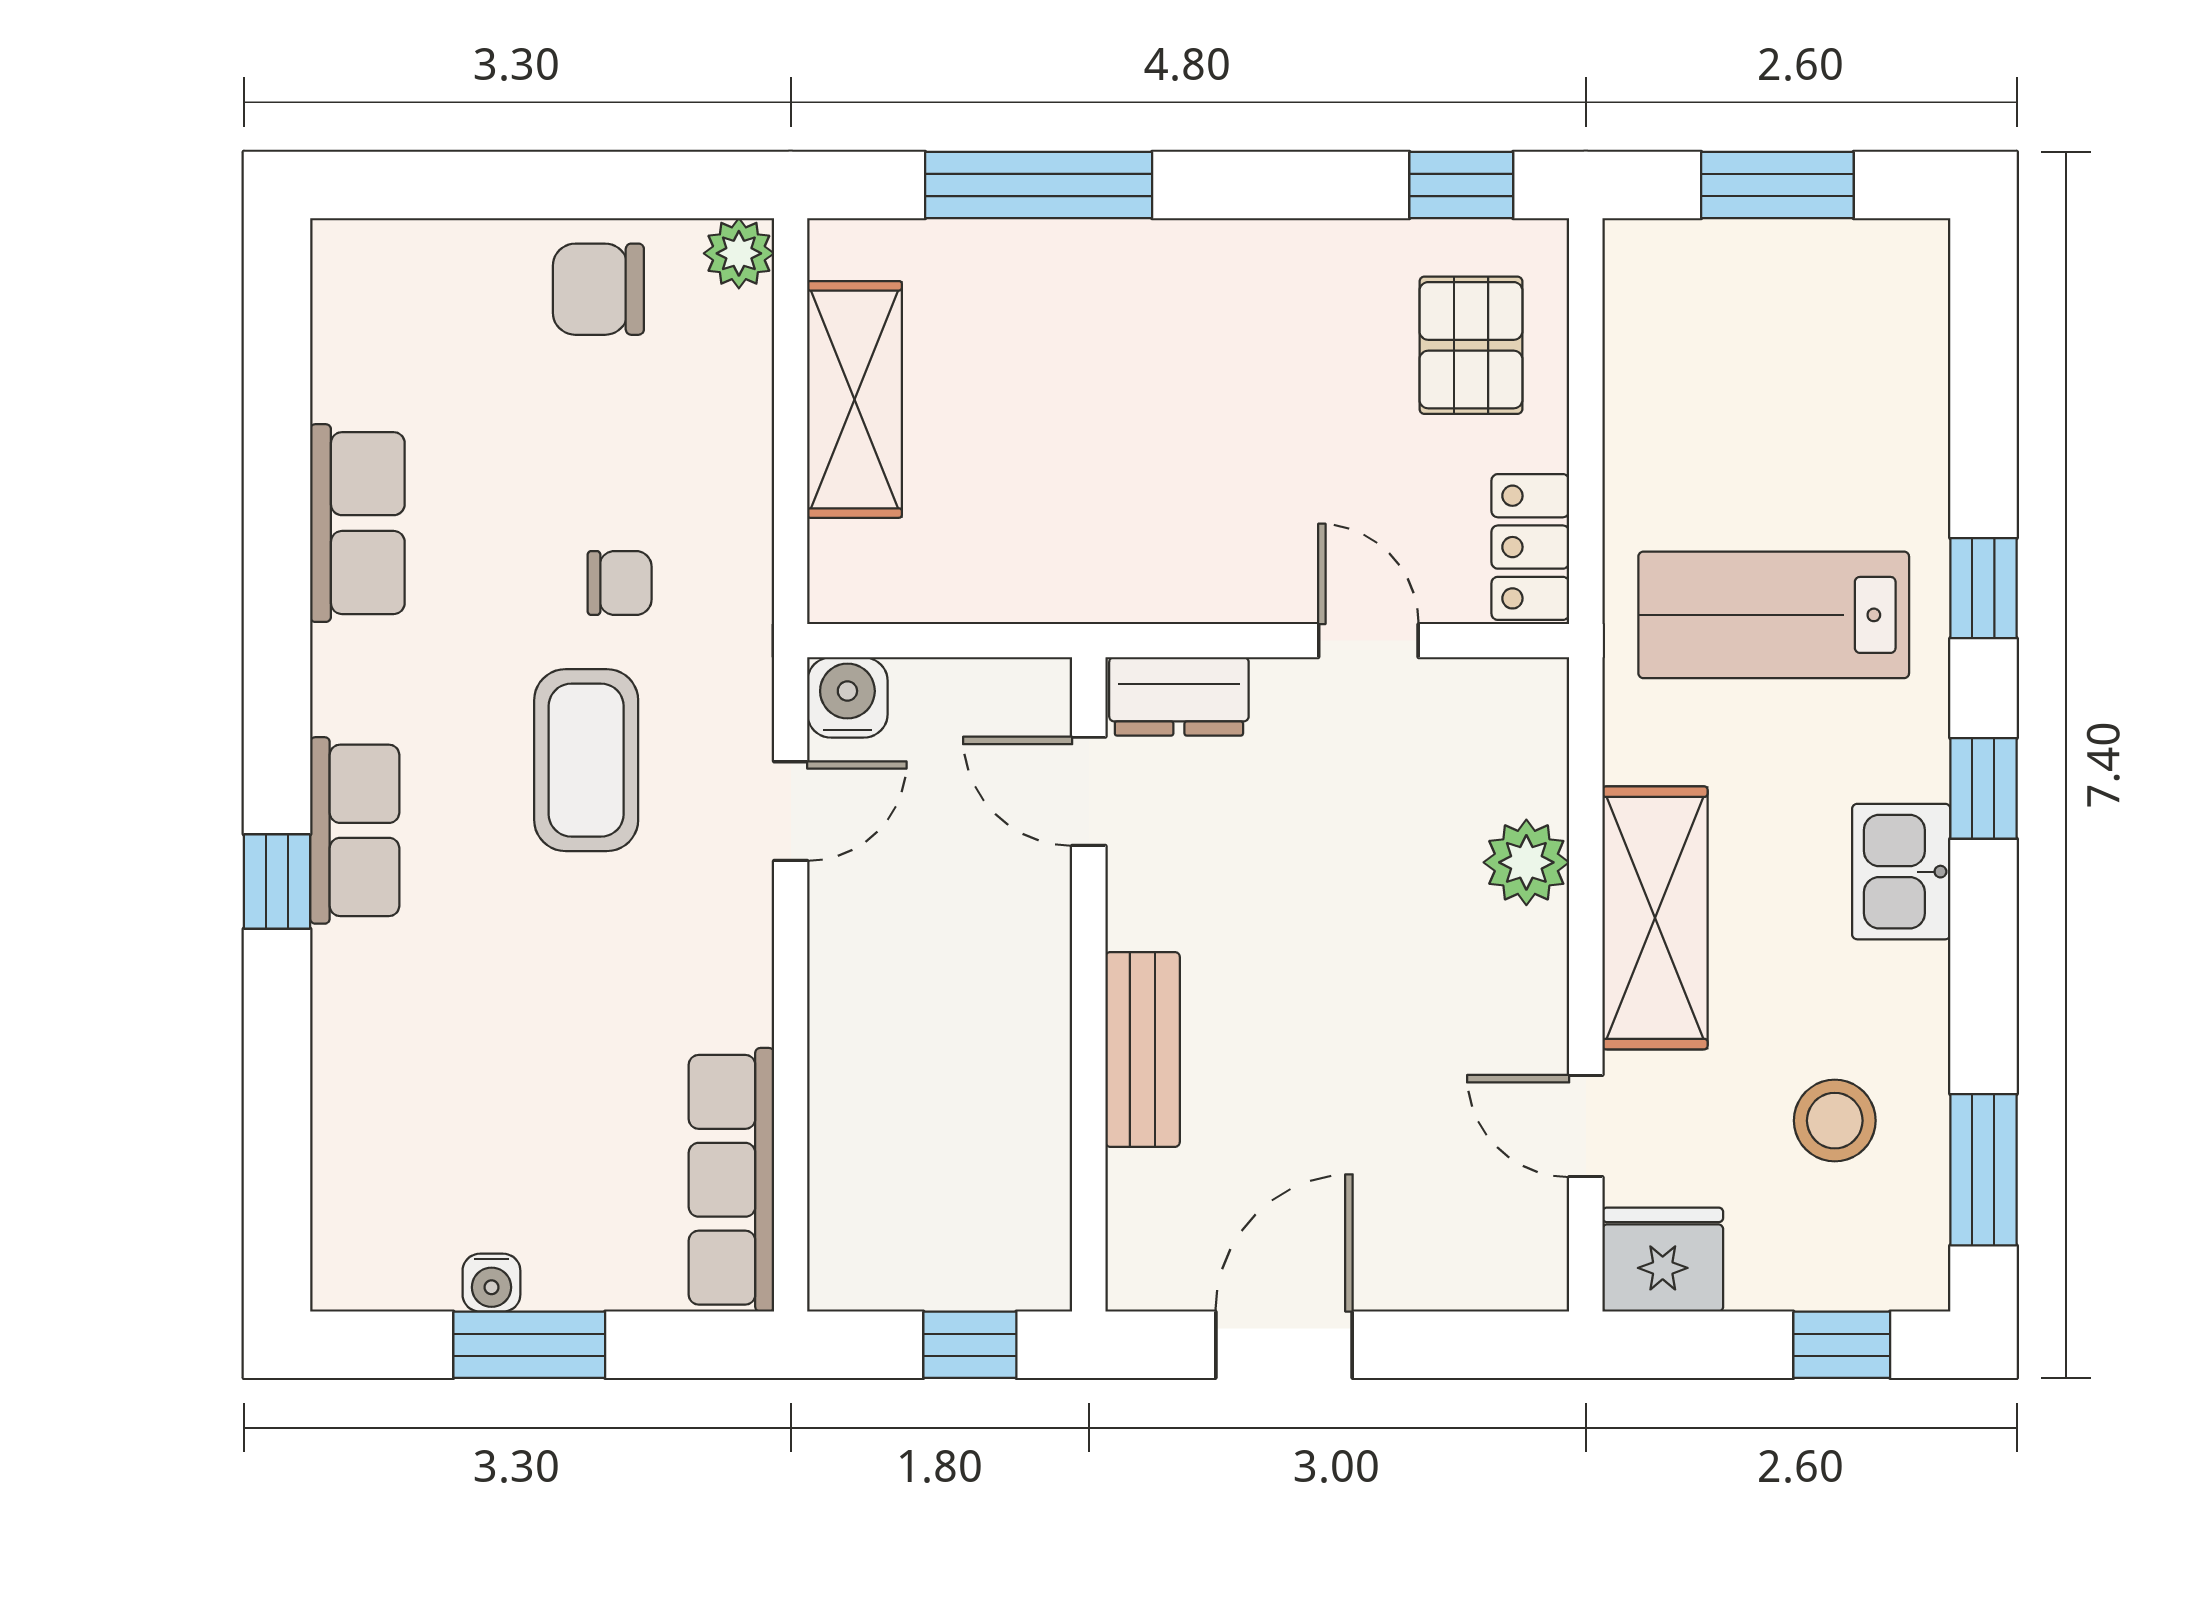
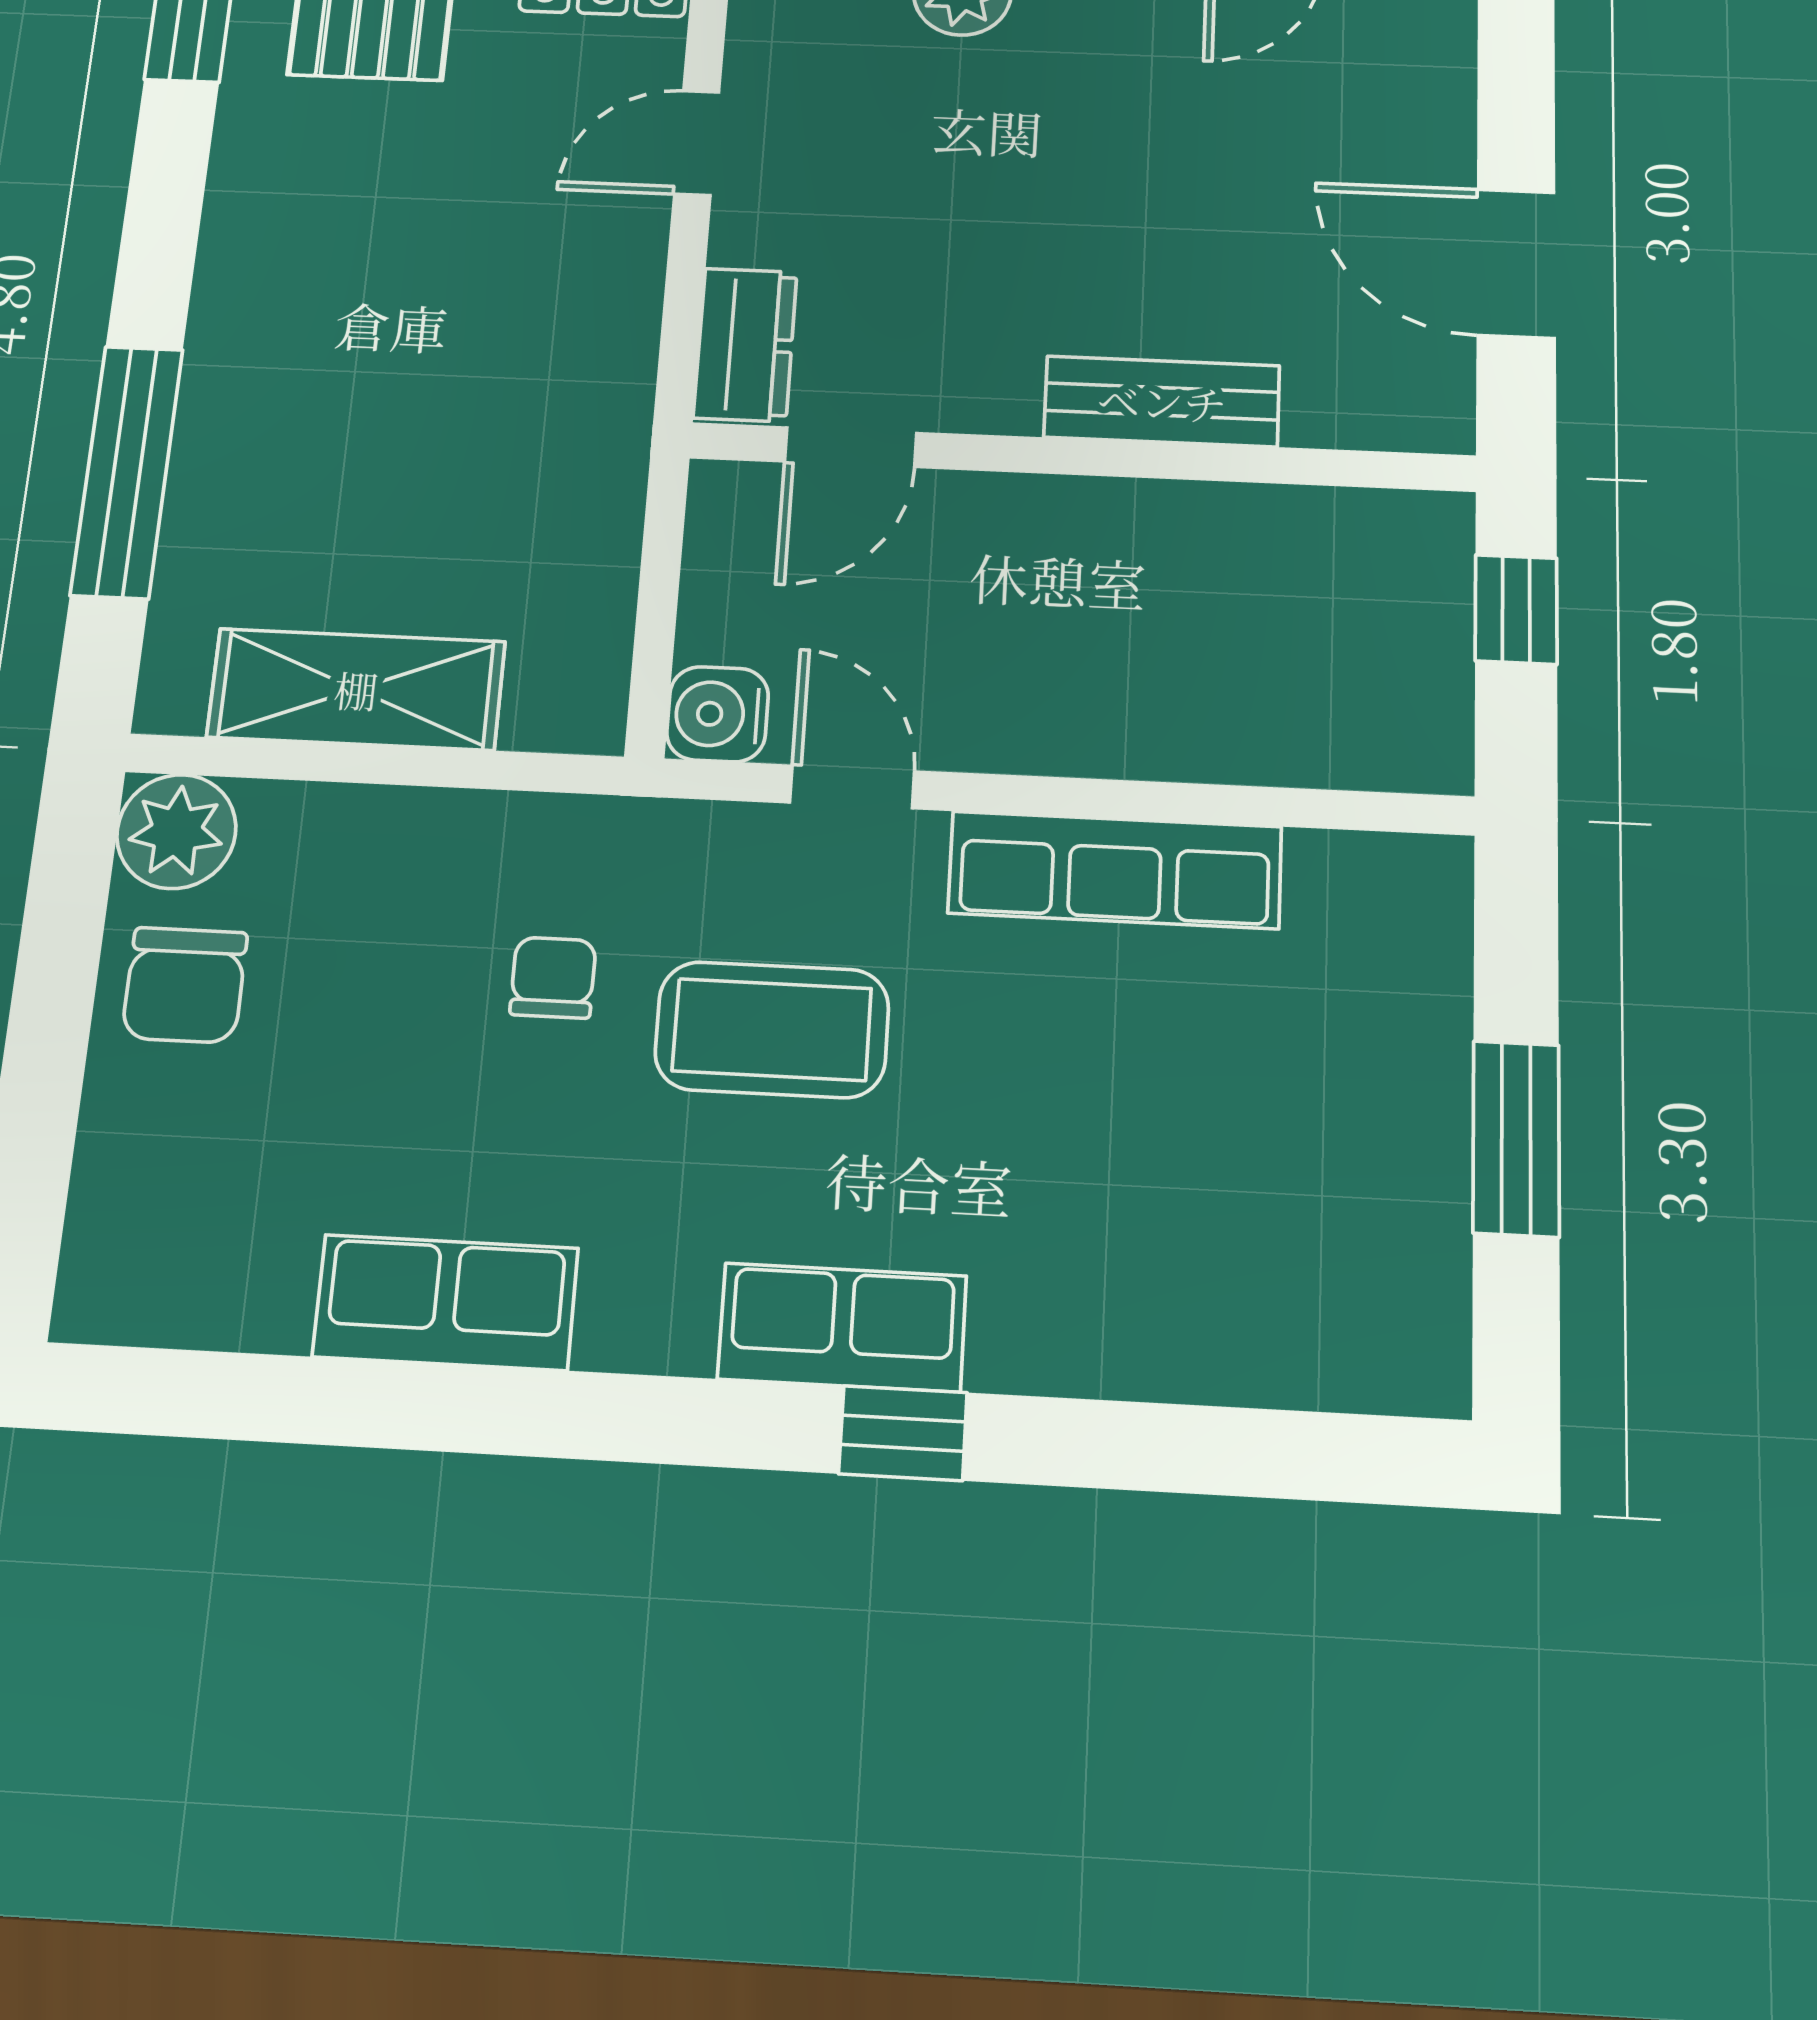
plant: (739, 253) -> (176, 831), width x1.38, depth x1.38
row of seats: (731, 1180) -> (1115, 870), moved
water cooler: (491, 1283) -> (1435, 1182), removed

